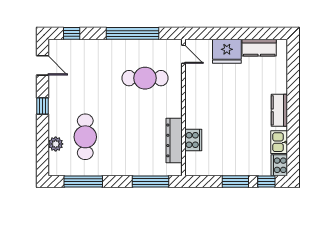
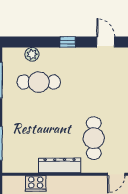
door: (43, 65) -> (106, 42), swing flipped
dresser: (174, 140) -> (60, 165), moved

